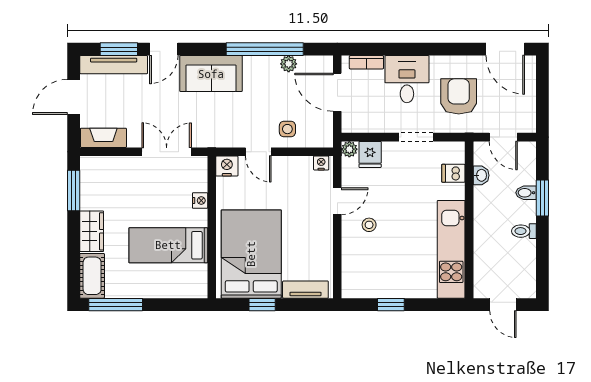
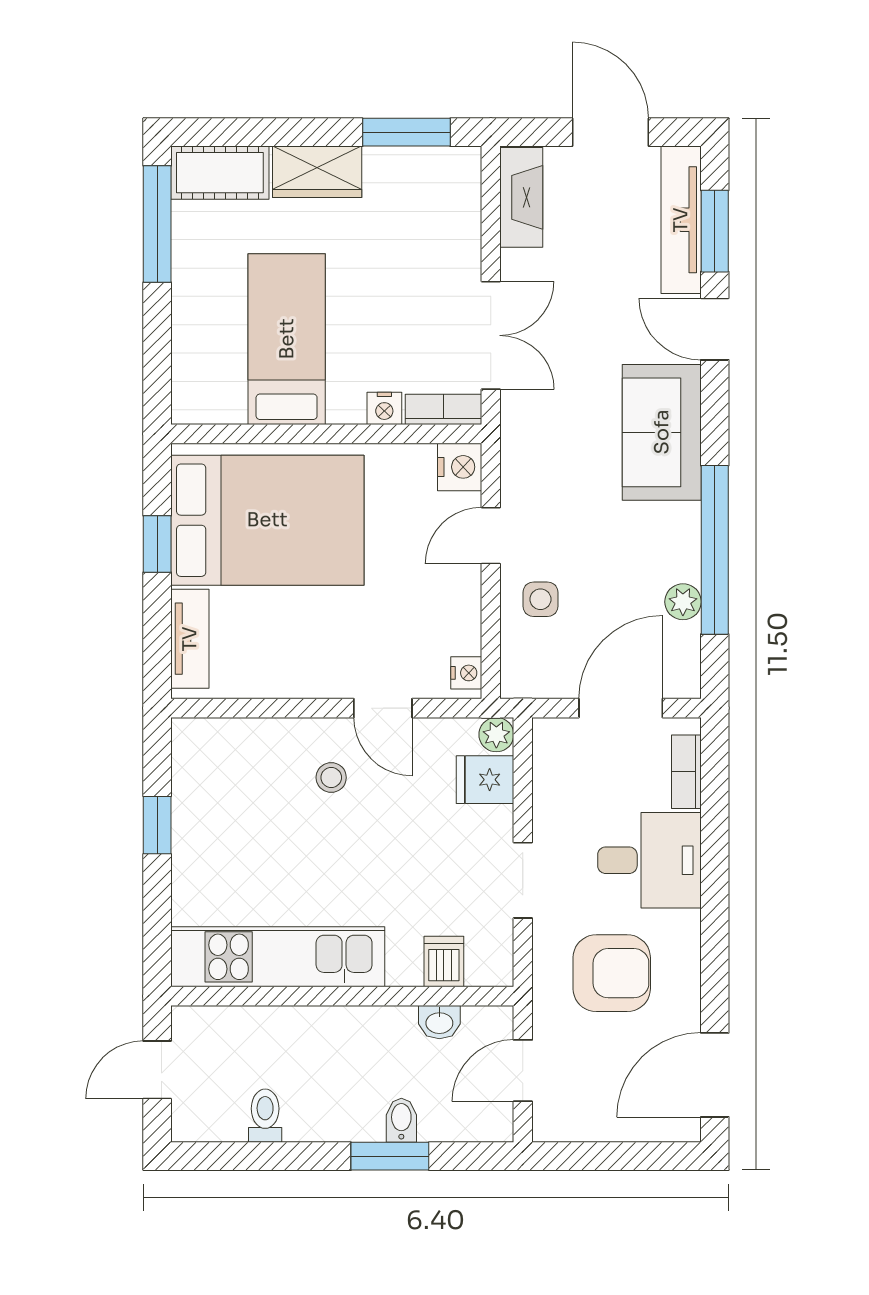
bookcase: (201, 173) -> (443, 409), added
toilet: (524, 231) -> (265, 1116), moved

